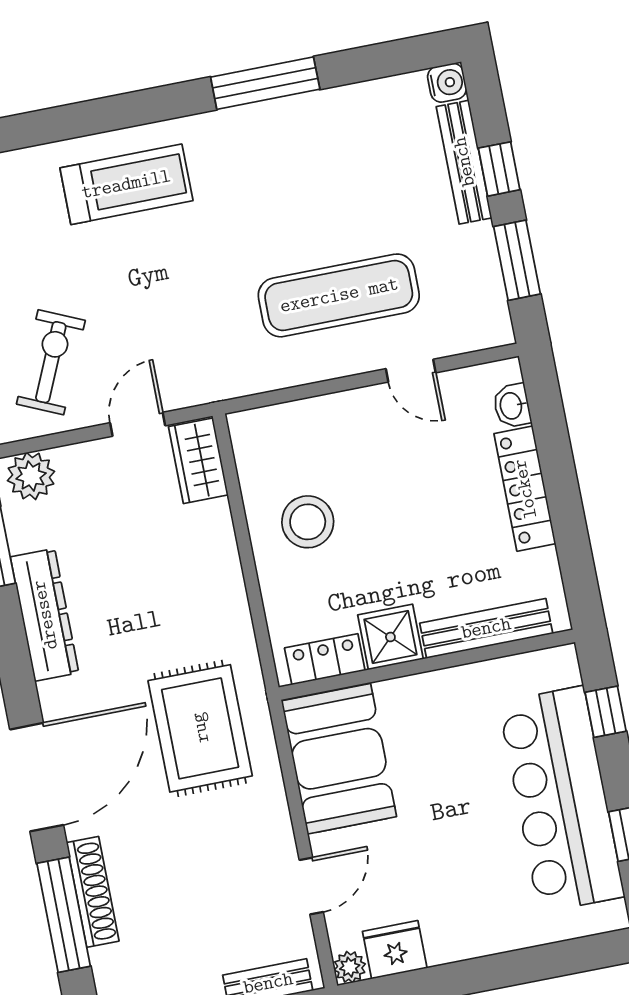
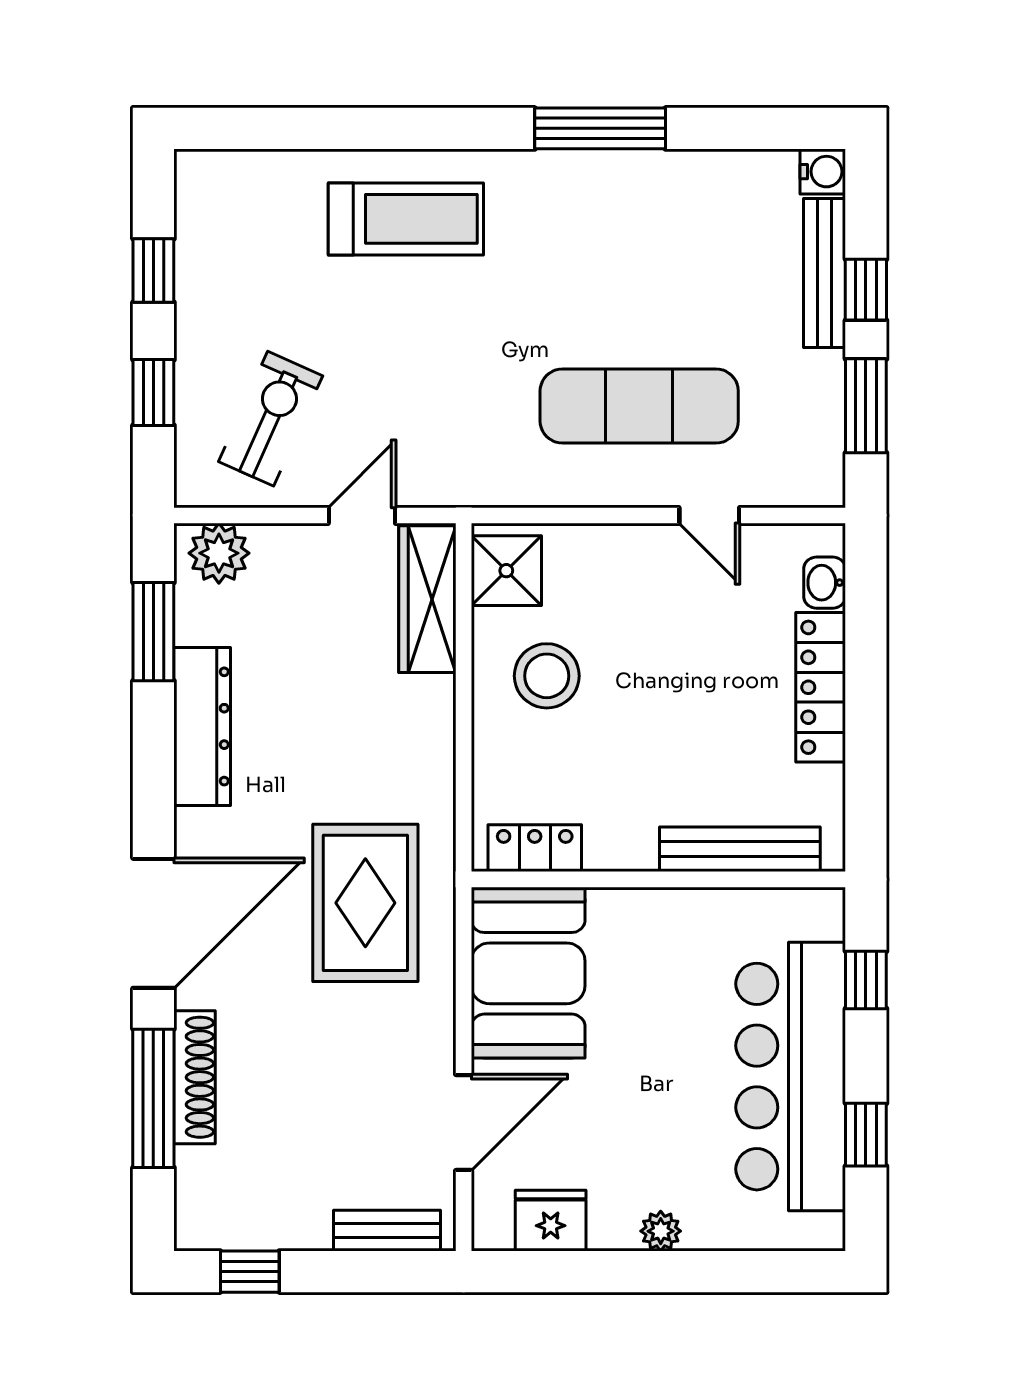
wardrobe: (198, 461) -> (427, 599), width x1.50
shower: (390, 637) -> (506, 571), moved
door: (311, 886) -> (464, 1123), width x1.38
plant: (350, 967) -> (661, 1231), moved

